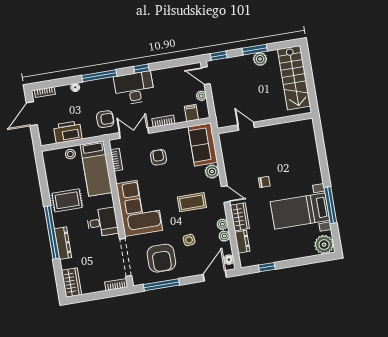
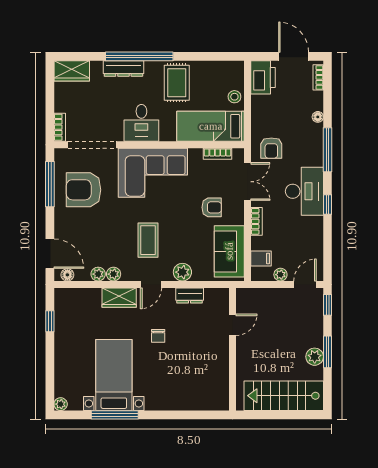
printer: (68, 132) -> (263, 77), moved
sofa: (203, 145) -> (229, 251), moved, turned -90
side table: (189, 240) -> (101, 229), removed
dresser: (242, 242) -> (190, 296), moved
plant: (324, 245) -> (61, 404), width x0.53, depth x0.53

